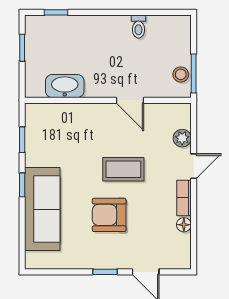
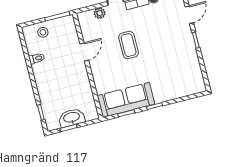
stool: (181, 74) -> (43, 32), moved
washbasin: (65, 86) -> (72, 118), moved, turned 90
sofa: (42, 209) -> (126, 100), moved
armchair: (109, 215) -> (159, 47), removed

